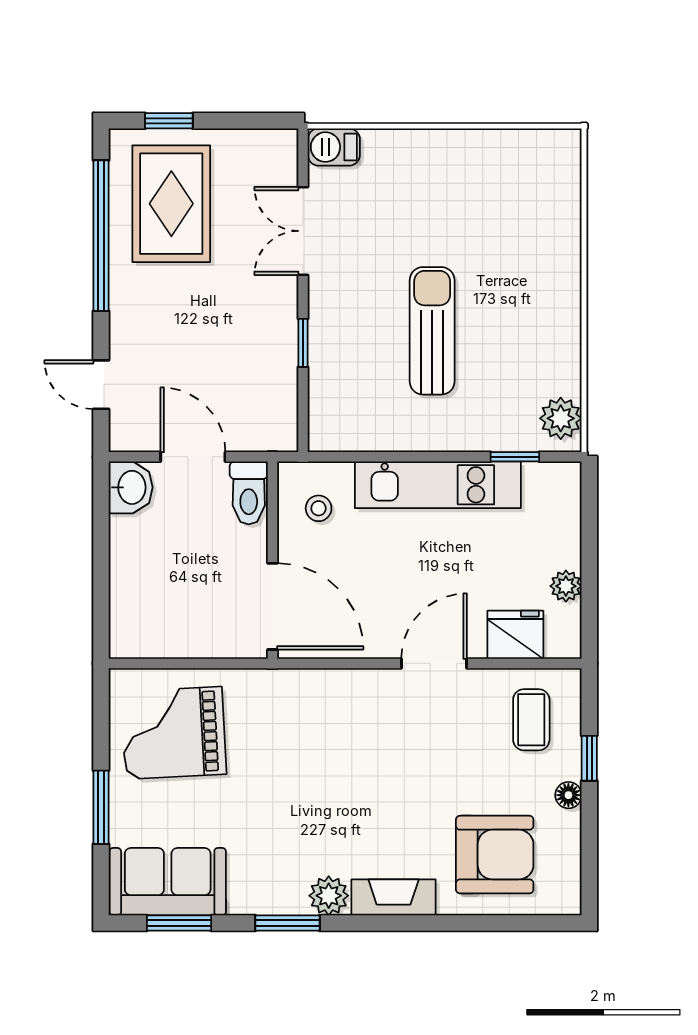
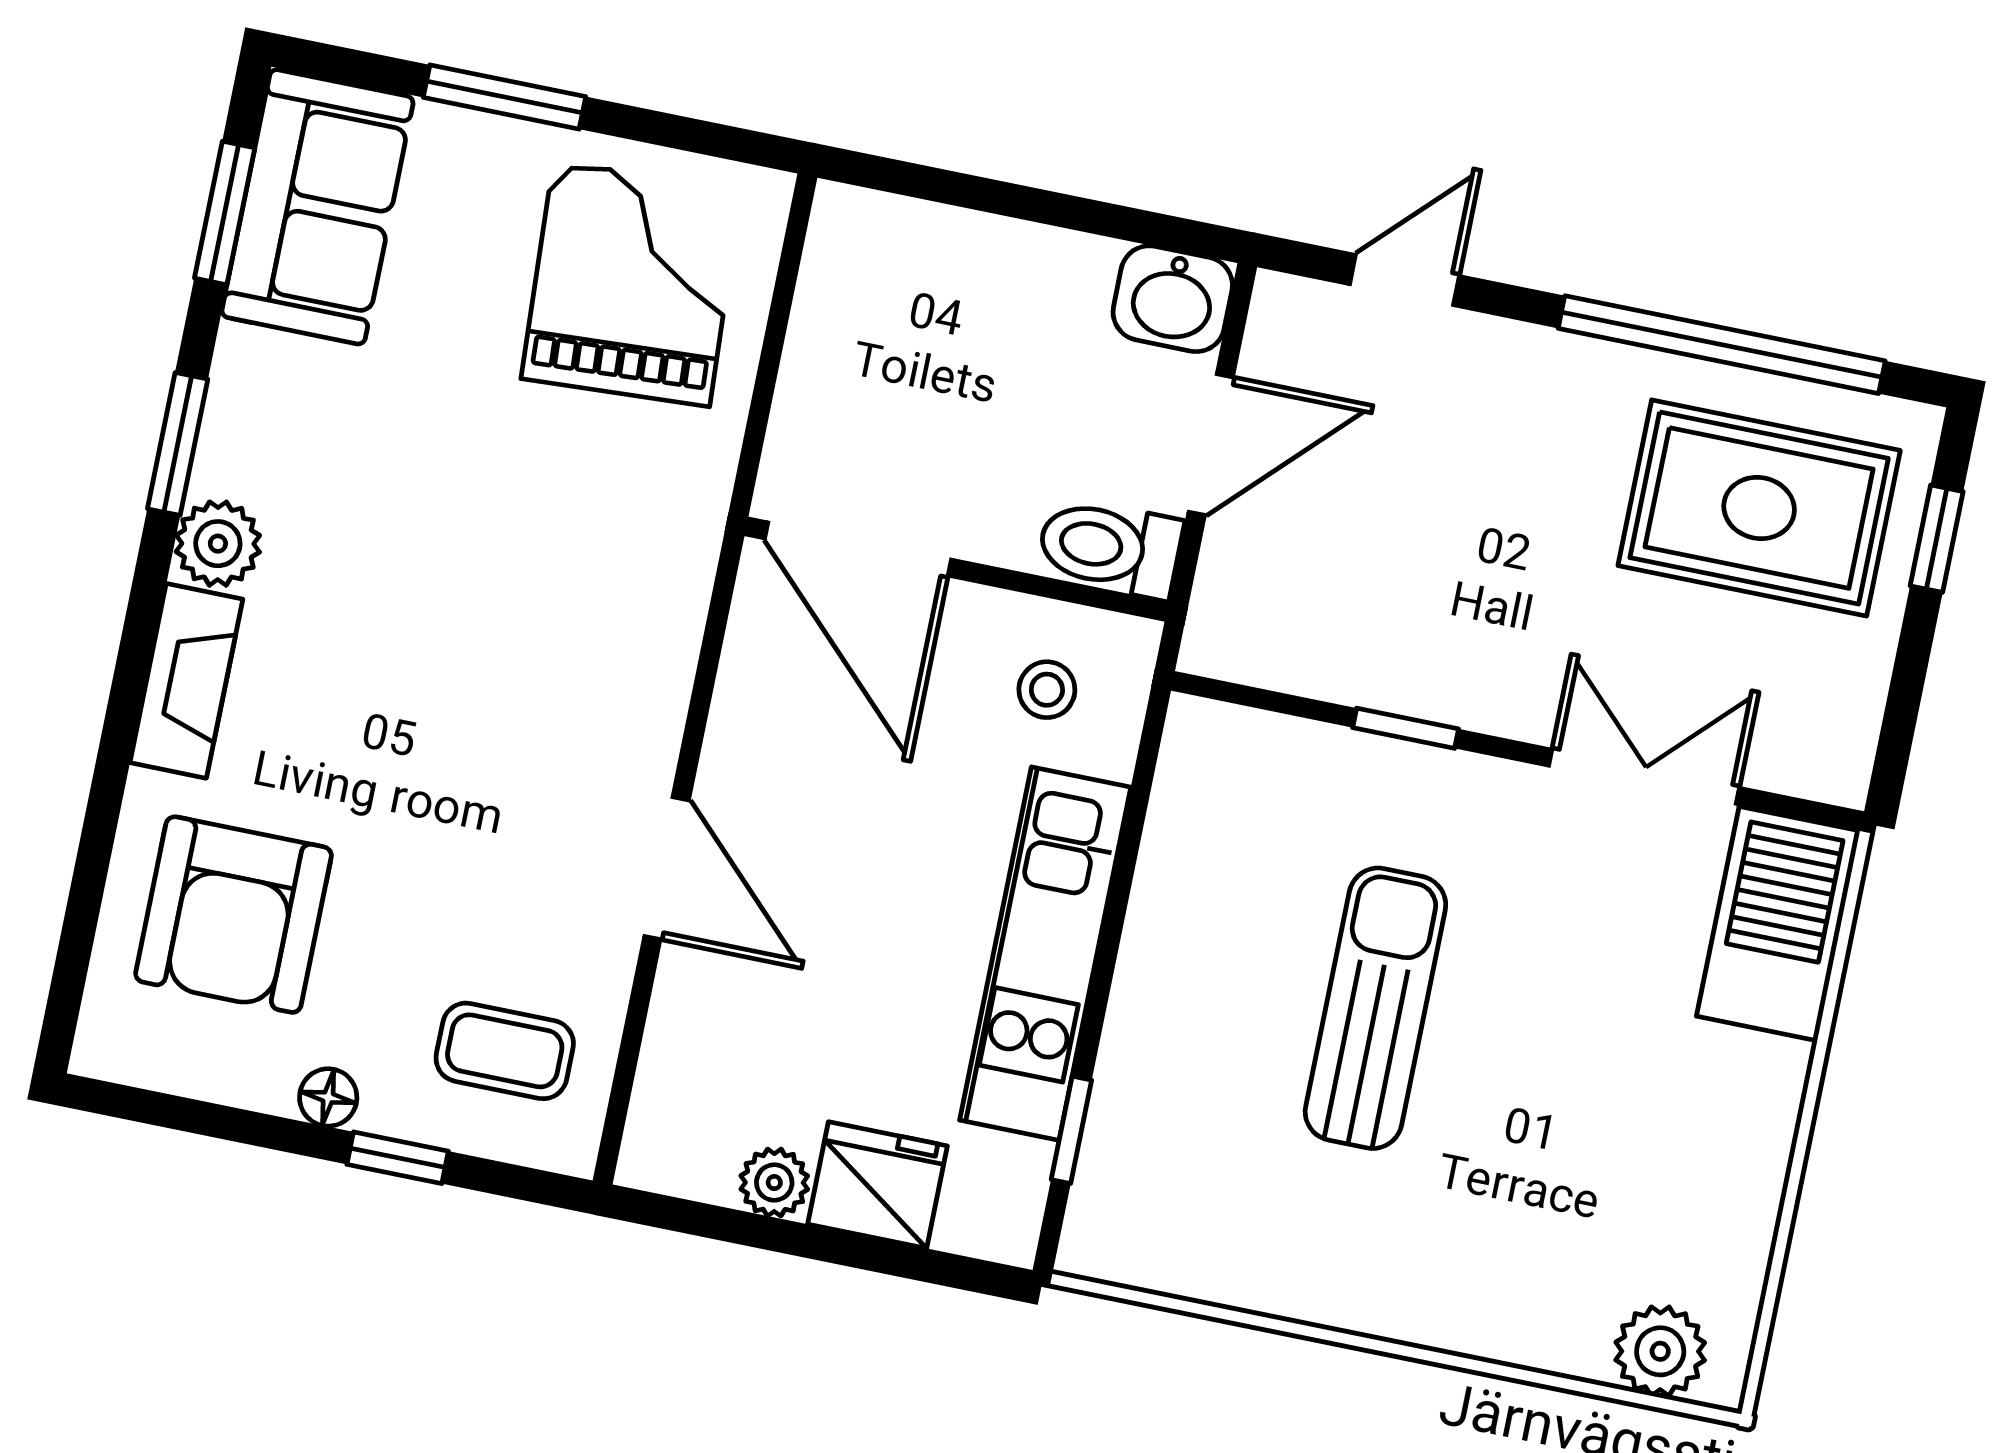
barbecue: (334, 147) -> (1778, 924), width x1.88, depth x1.53
sun lounger: (432, 331) -> (1375, 1008), turned -90
plant: (561, 418) -> (1660, 1351), moved
door: (272, 606) -> (858, 549), hinge flipped
fridge: (515, 635) -> (877, 1185), moved, turned -90

